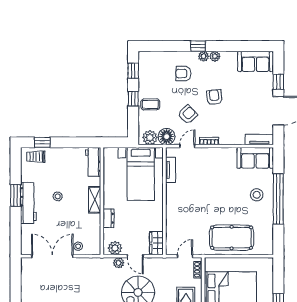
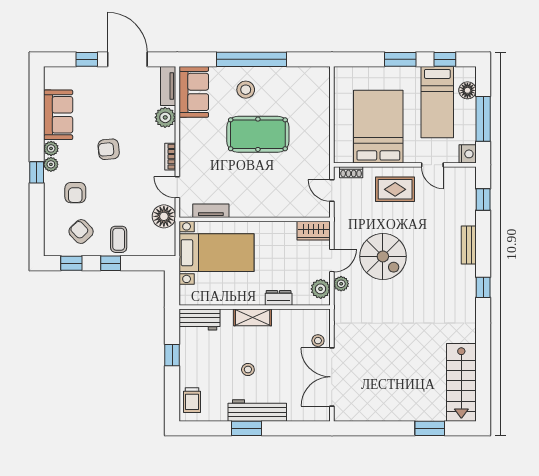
sofa: (256, 61) -> (58, 115), moved
armchair: (187, 115) -> (81, 232), moved
plant: (150, 138) -> (165, 117), moved
window: (42, 142) -> (172, 355), moved
pool table: (232, 238) -> (258, 134), moved, turned 90

